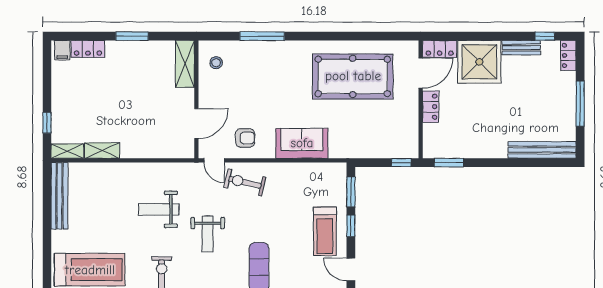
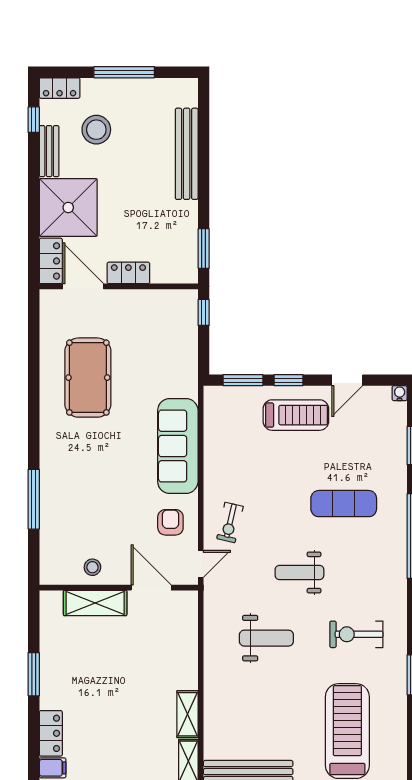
stool: (216, 63) -> (92, 567), moved
shelving: (185, 64) -> (95, 603), moved
pool table: (353, 76) -> (88, 378), width x0.73, depth x0.76
stool: (537, 83) -> (96, 130), added
sofa: (302, 143) -> (178, 446), width x1.36
bench: (542, 150) -> (187, 154), moved
exercise bike: (245, 182) -> (230, 523), width x0.73, depth x0.72
weight bench: (159, 209) -> (266, 638), turned -90
weight bench: (208, 234) -> (299, 572), turned 180

